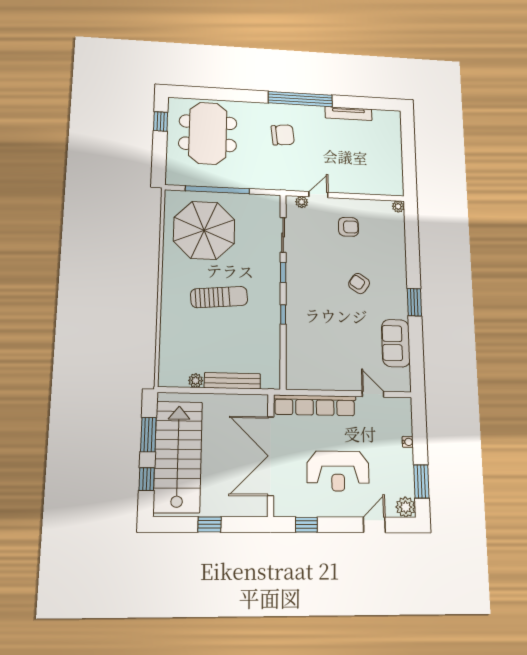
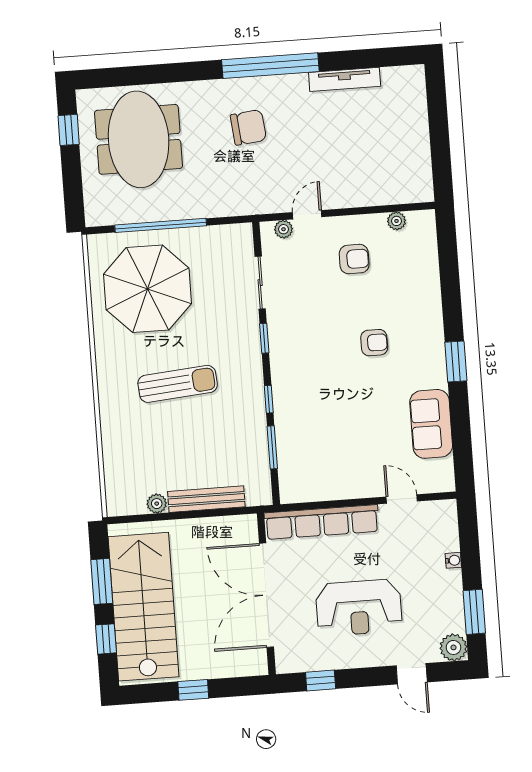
plant: (398, 207) -> (397, 221), moved
armchair: (359, 284) -> (374, 343), turned 146
window: (283, 348) -> (272, 447), added
door: (374, 525) -> (412, 674), swing flipped

